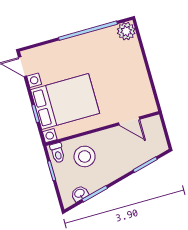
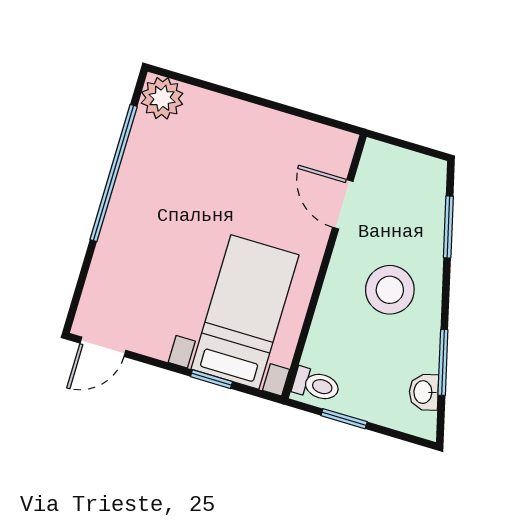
bed with nightstands: (65, 101) -> (245, 312), width x0.73
door: (129, 121) -> (343, 204), swing flipped
stool: (85, 156) -> (390, 290), moved

